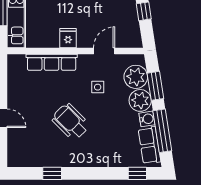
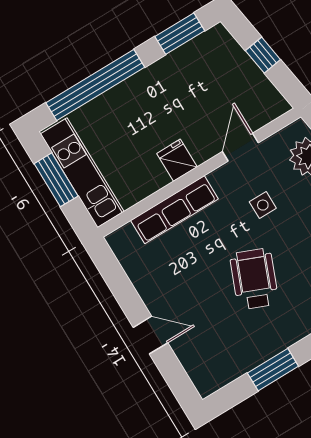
wheelchair: (71, 122) -> (254, 279), turned 67
window: (52, 173) -> (273, 370), width x1.50

